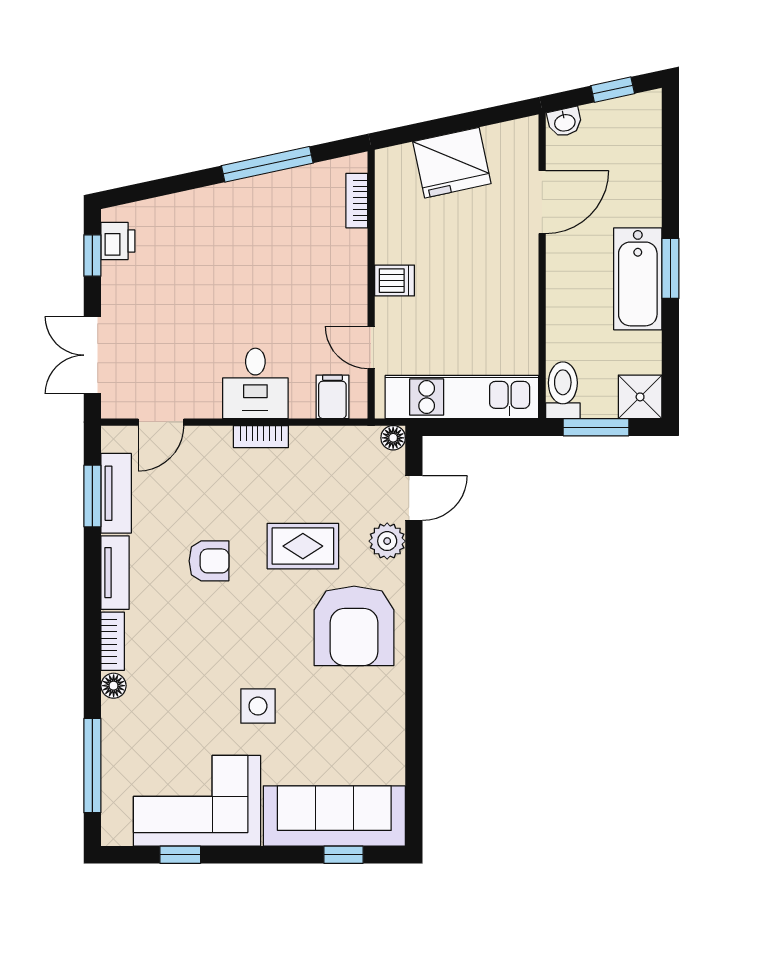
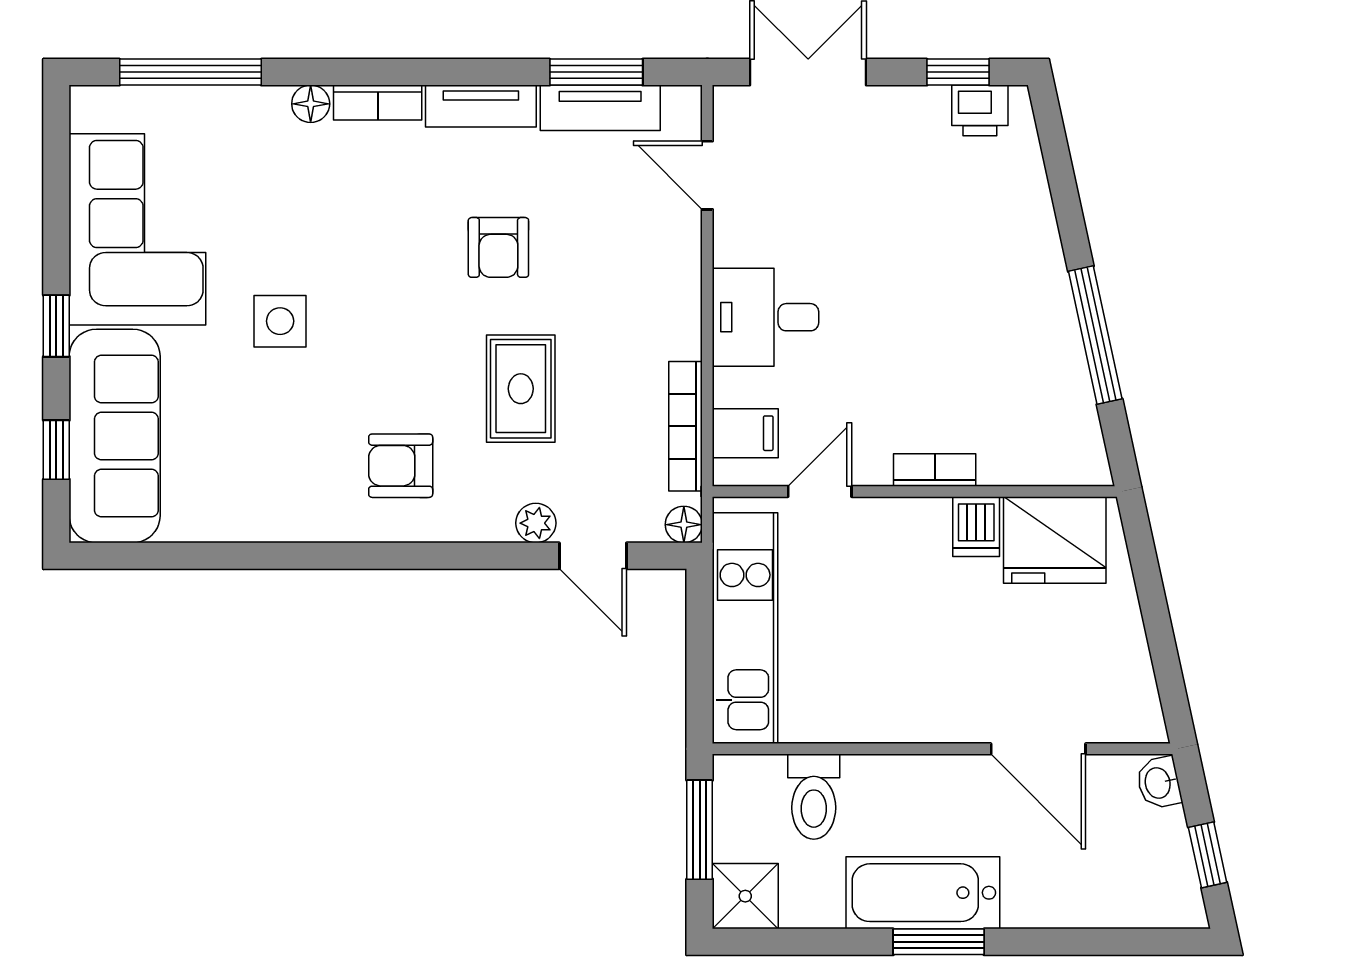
fridge: (452, 163) -> (1055, 540), moved, turned -78
bookcase: (357, 201) -> (935, 470), moved
dishwasher: (394, 281) -> (976, 527), moved
toilet: (563, 390) -> (814, 797), moved, turned 90
bookcase: (261, 437) -> (686, 426), moved, width x1.56
plant: (387, 541) -> (536, 523), width x0.73, depth x0.73
armchair: (354, 626) -> (401, 466), width x0.53, depth x0.53
window: (180, 855) -> (56, 326), moved

